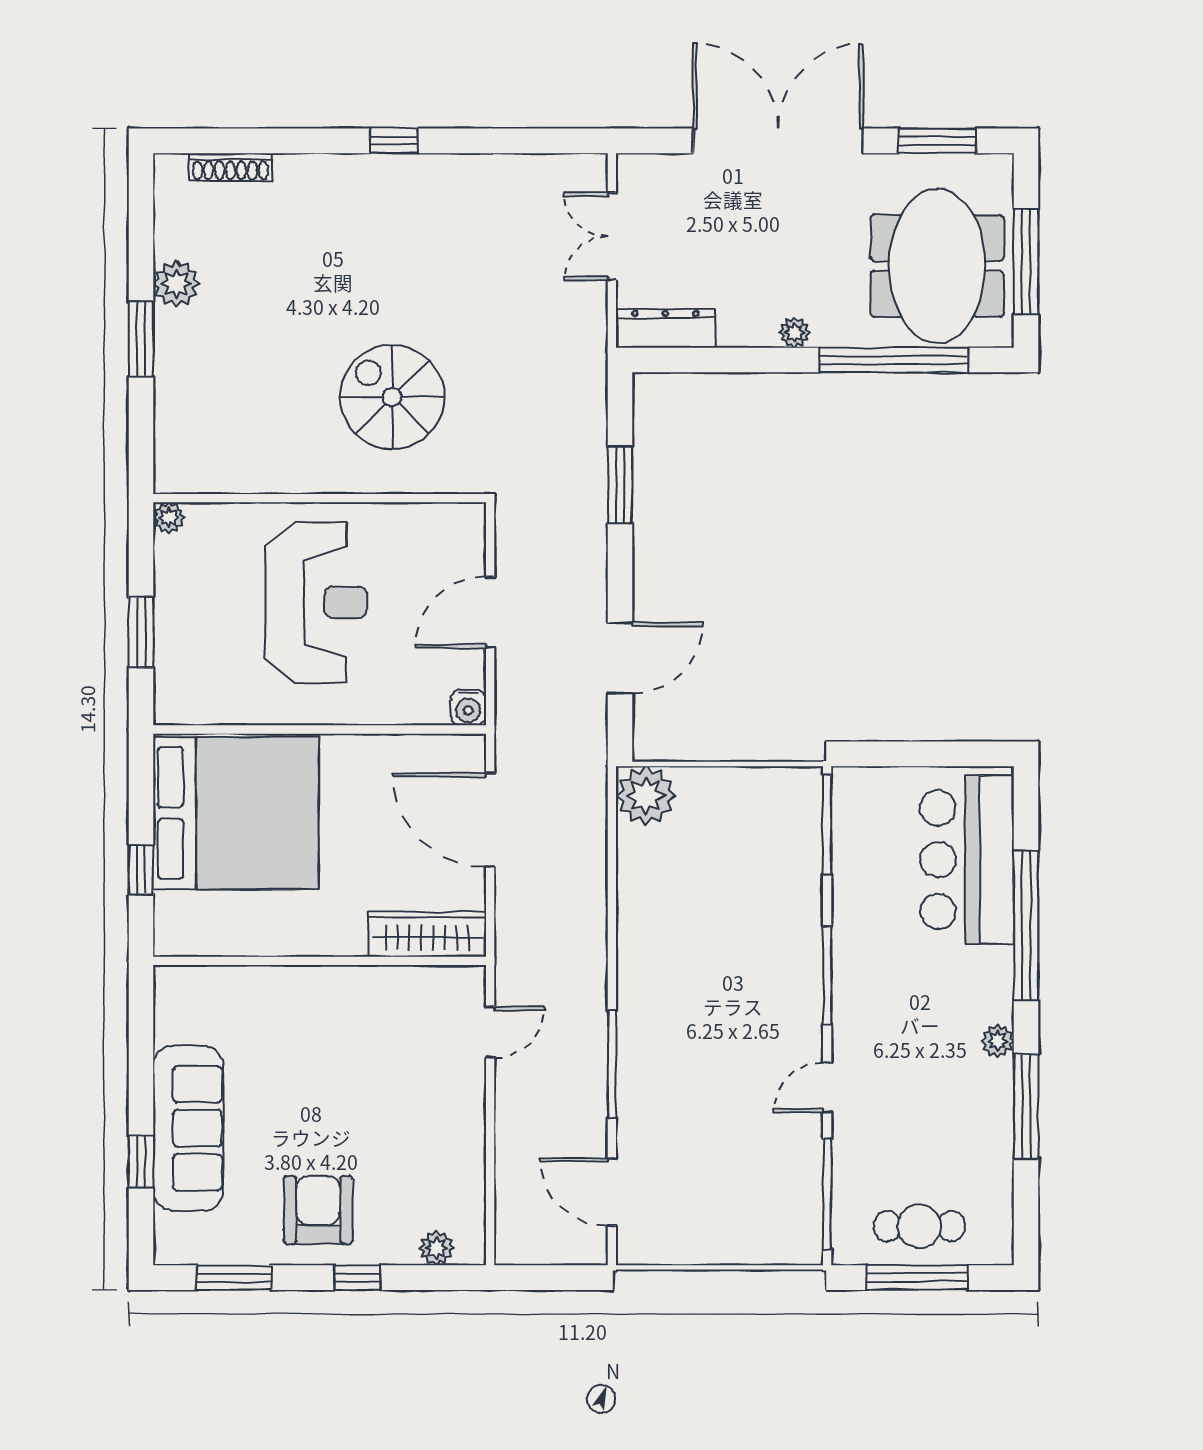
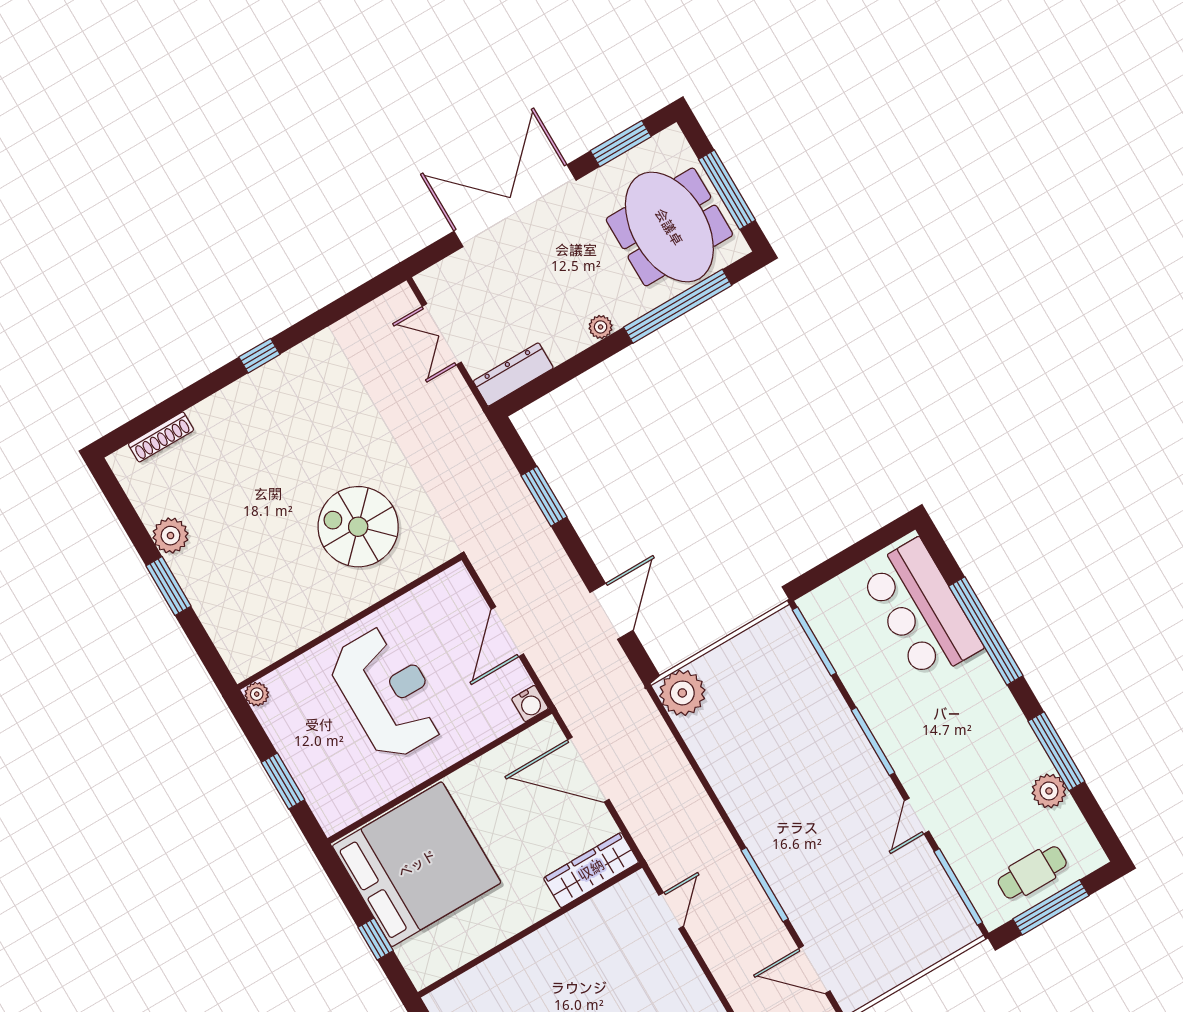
plant: (998, 1041) -> (1049, 791), moved, width x1.38, depth x1.38

